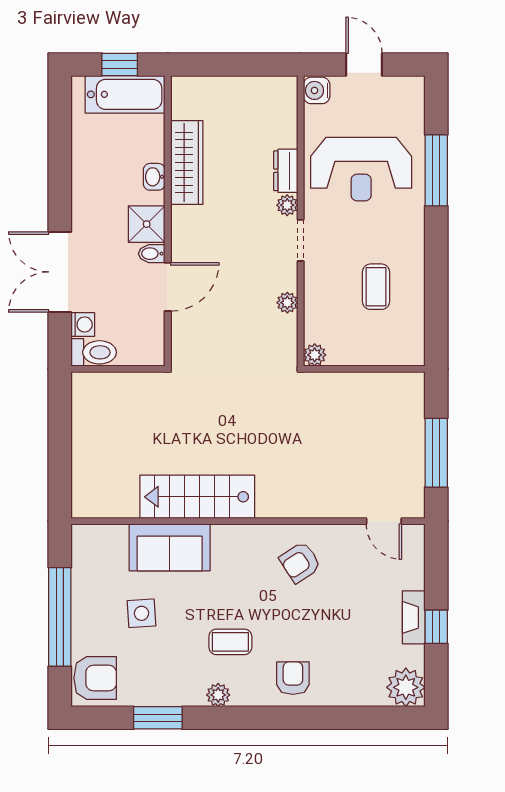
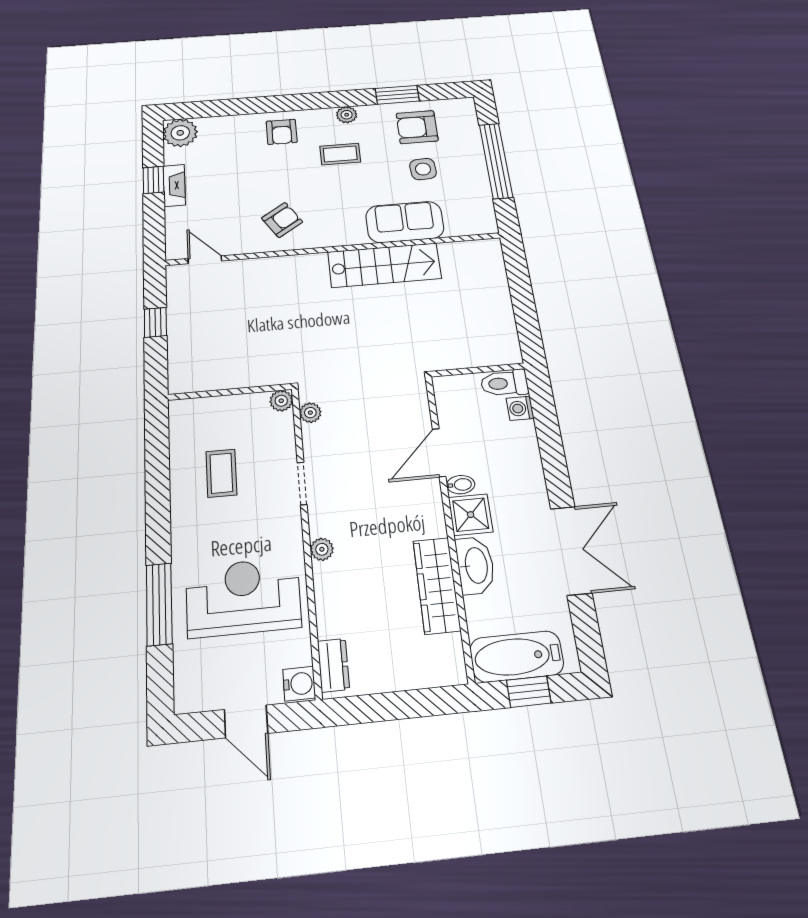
dresser: (286, 171) -> (333, 665), moved
washbasin: (154, 177) -> (475, 565), width x1.91, depth x1.45
doorway: (301, 240) -> (302, 483), moved
double door: (60, 272) -> (571, 550), moved
plant: (287, 303) -> (310, 413), moved
window: (436, 453) -> (155, 322), width x0.46
armchair: (95, 678) -> (417, 127), moved

